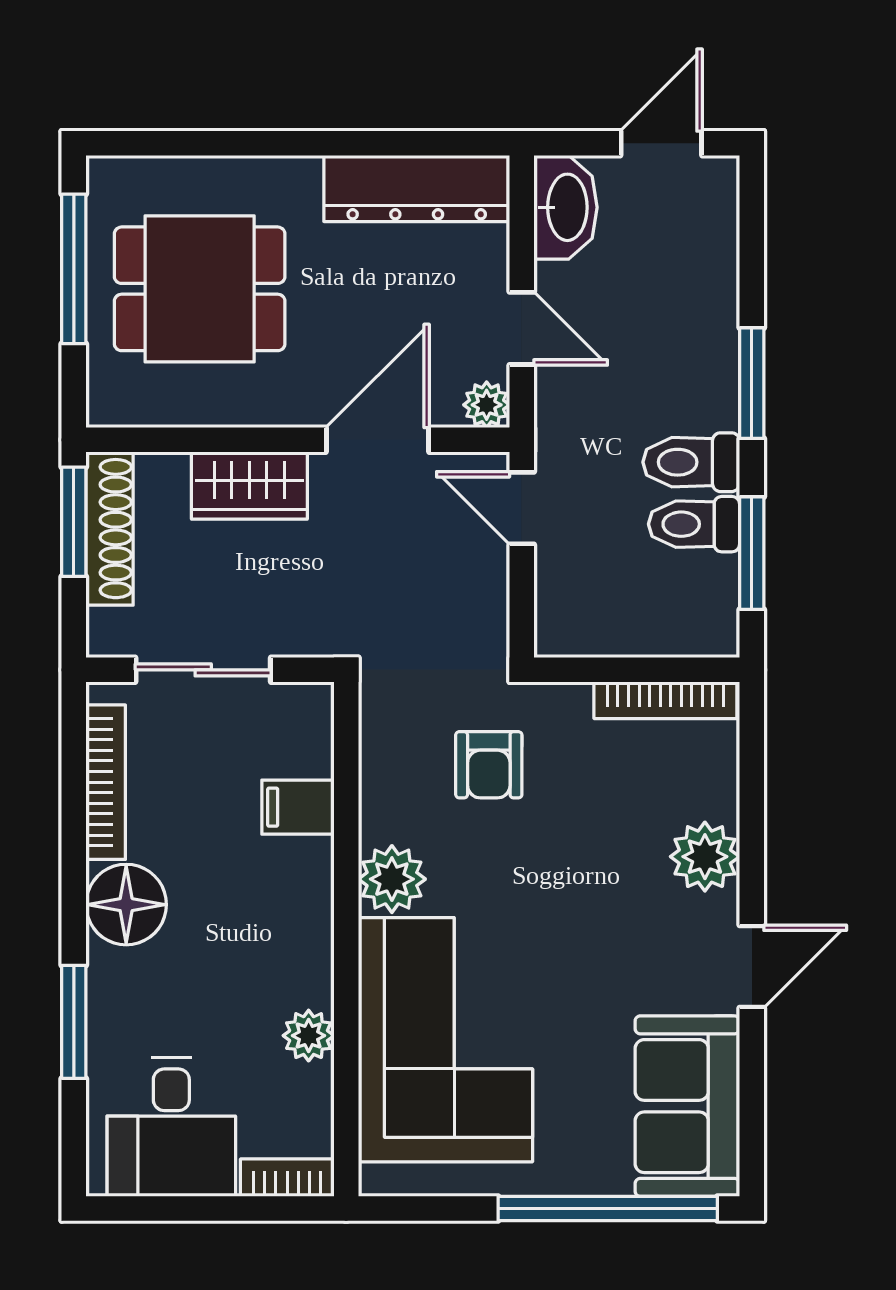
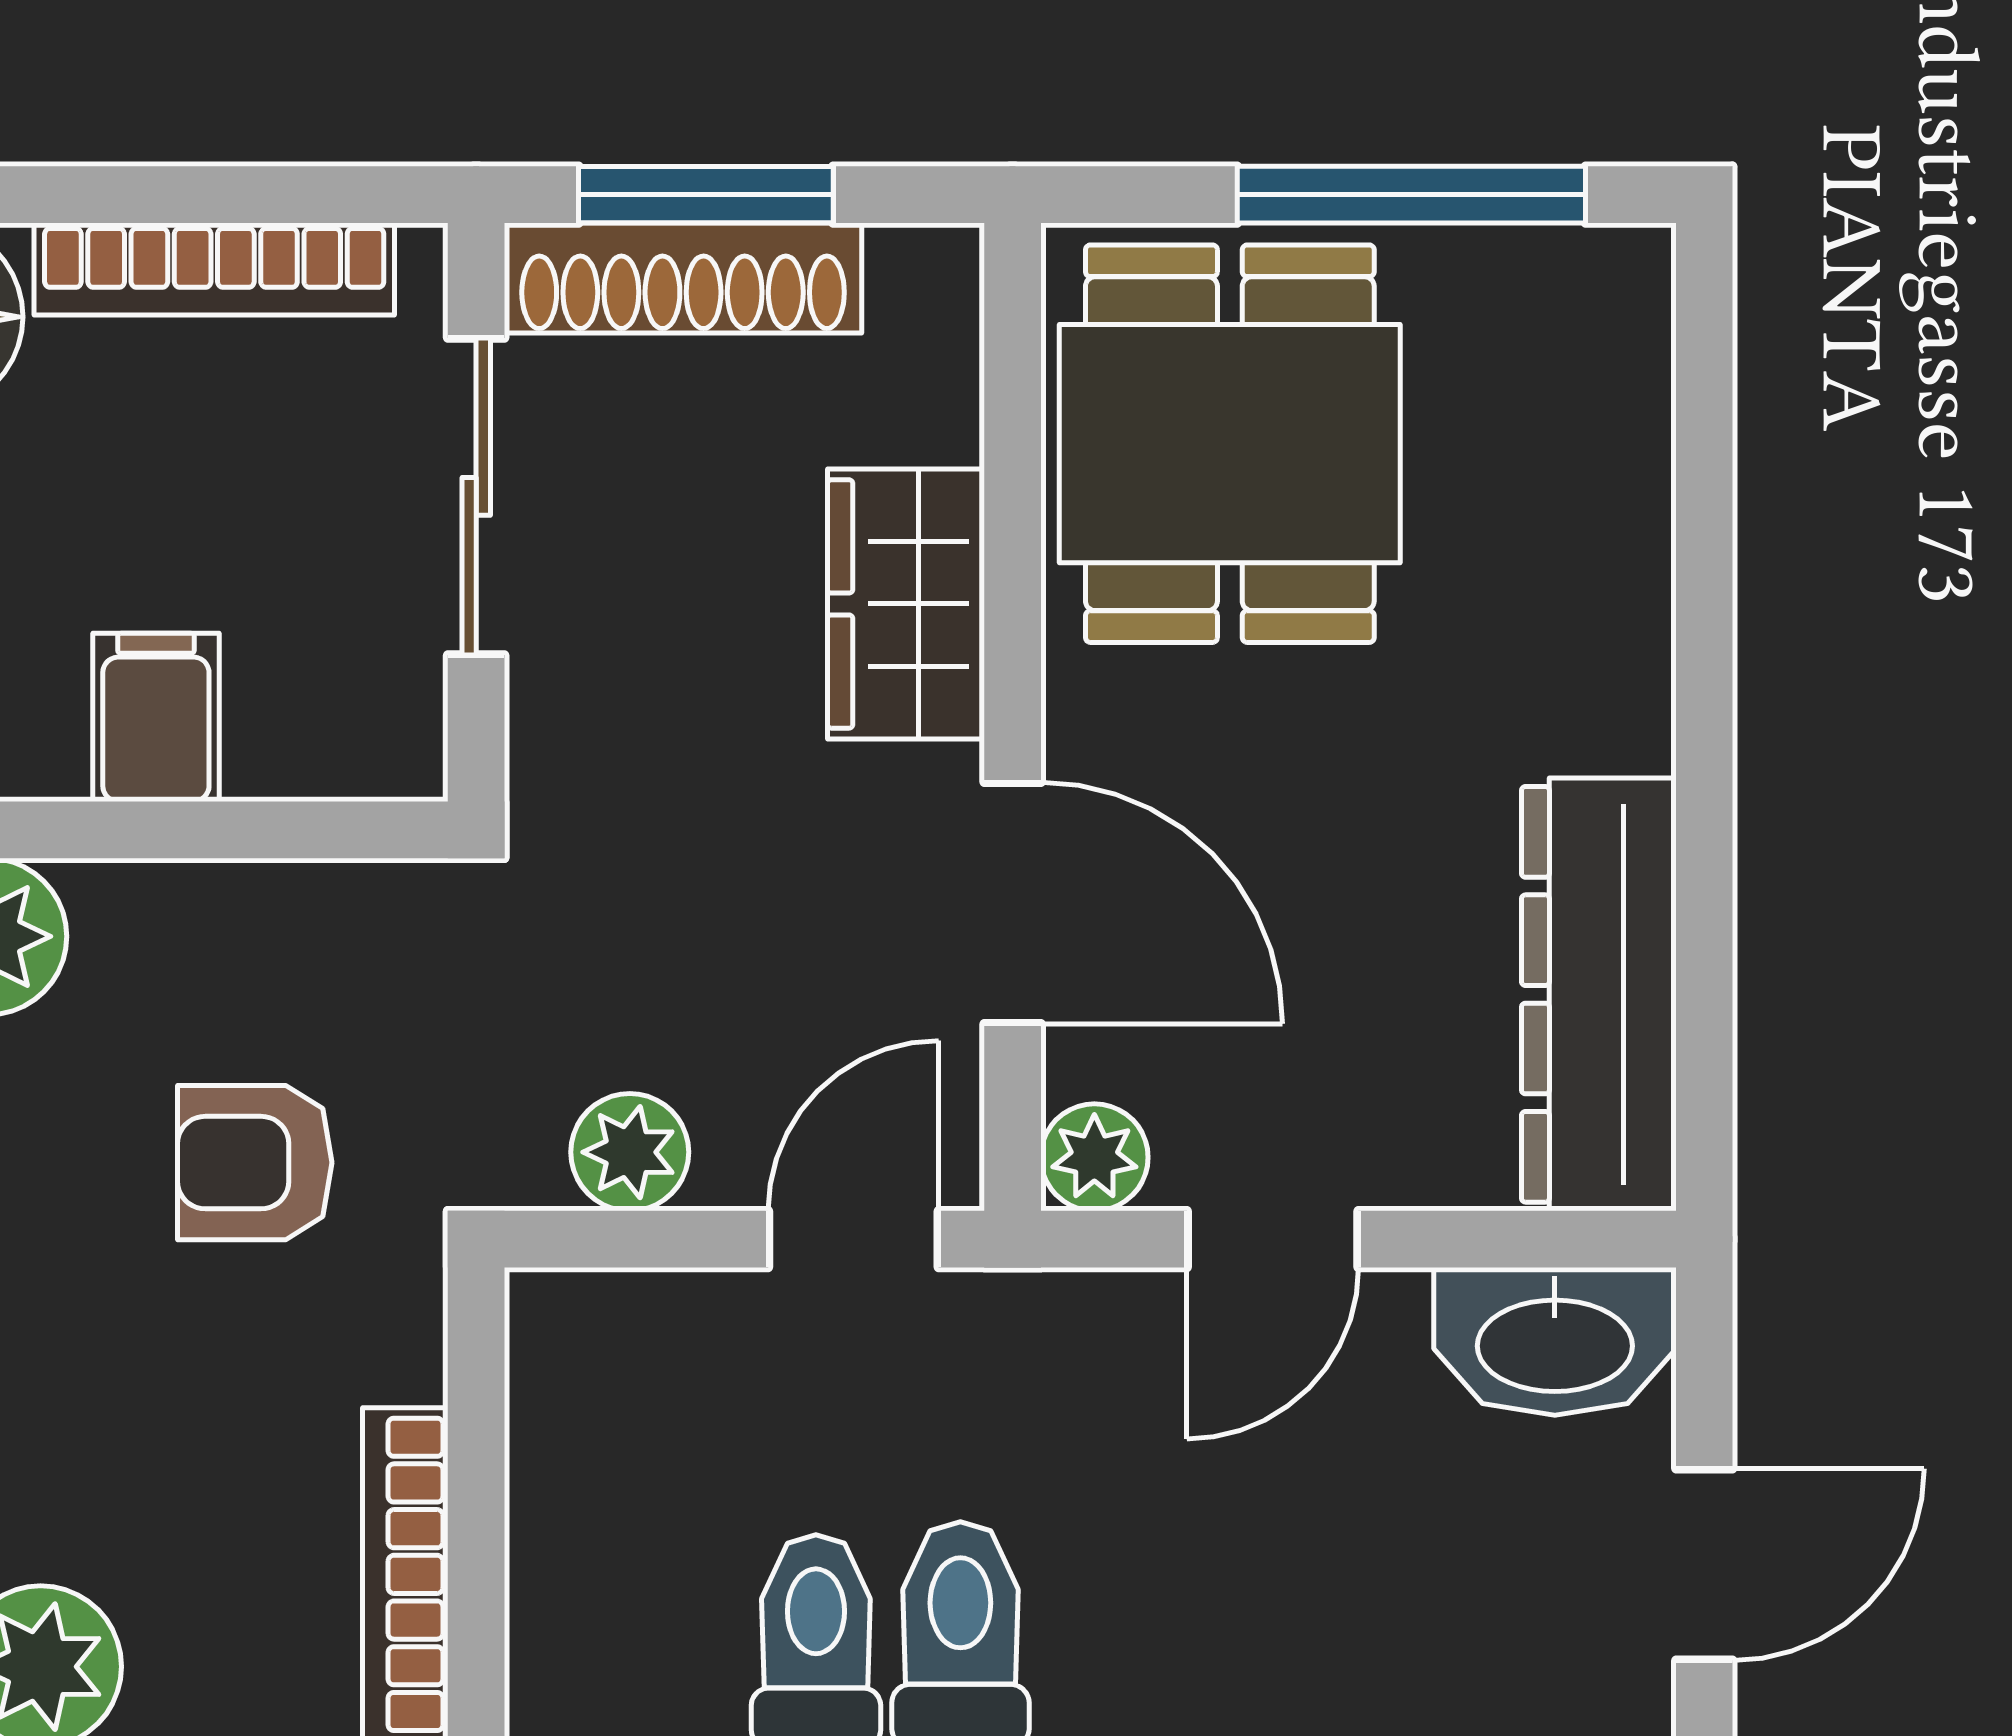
door: (661, 143) -> (1704, 1564), hinge flipped
dining table: (200, 289) -> (1230, 444), moved
window: (74, 522) -> (706, 195), moved
shoe rack: (110, 529) -> (683, 278), moved
plant: (484, 604) -> (630, 1152), added

